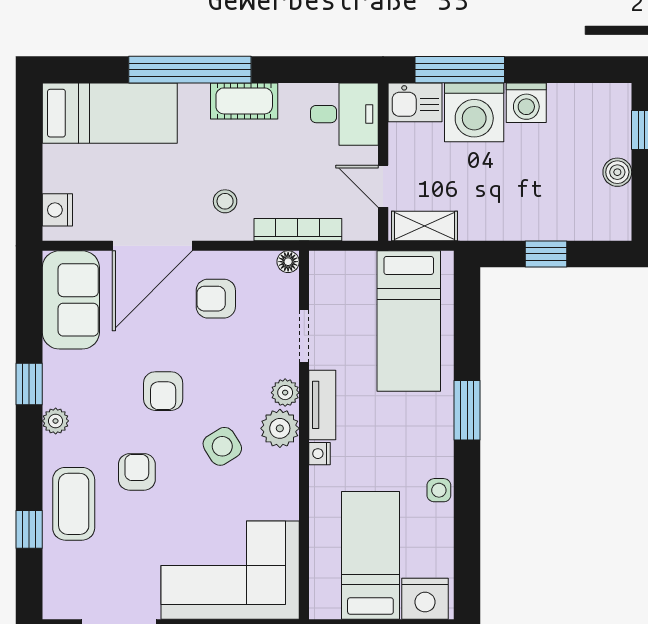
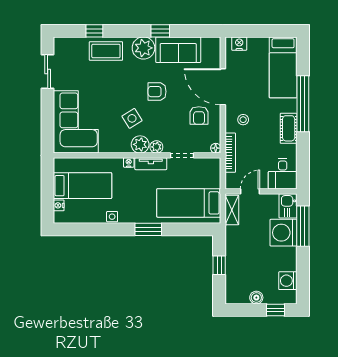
washing machine: (526, 103) -> (288, 281), moved
armchair: (216, 299) -> (199, 115), turned 180
sofa: (71, 300) -> (178, 50), moved
plant: (56, 421) -> (143, 48), width x1.87, depth x1.87
armchair: (137, 472) -> (120, 80), removed
nightstand: (425, 599) -> (59, 205), width x0.53, depth x0.56

